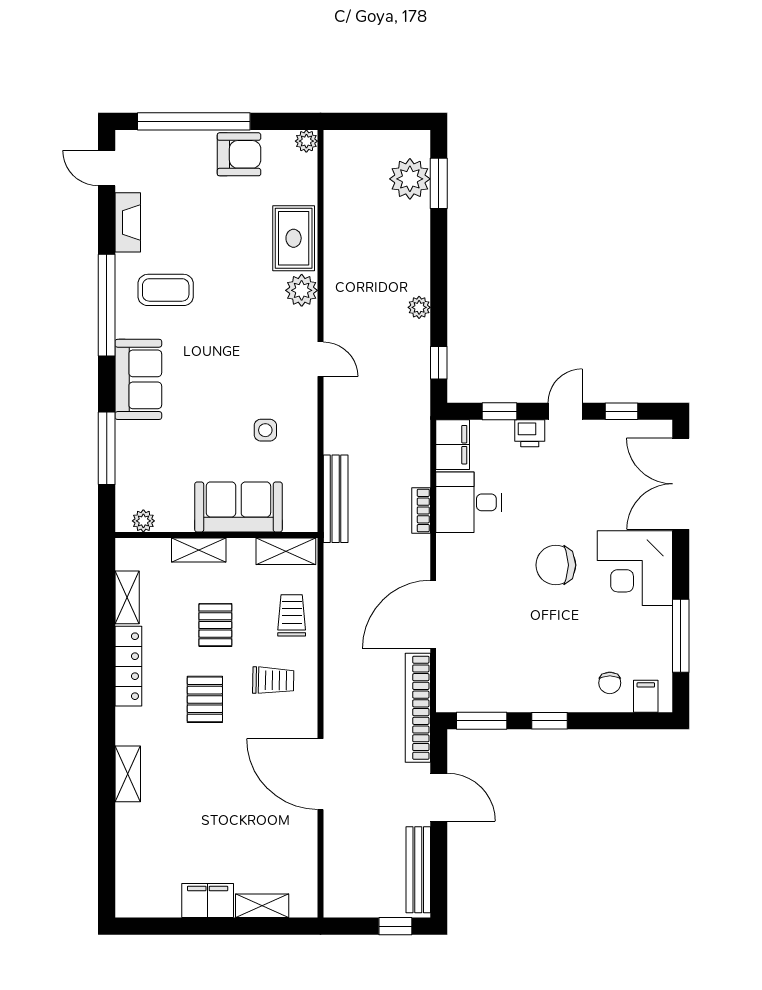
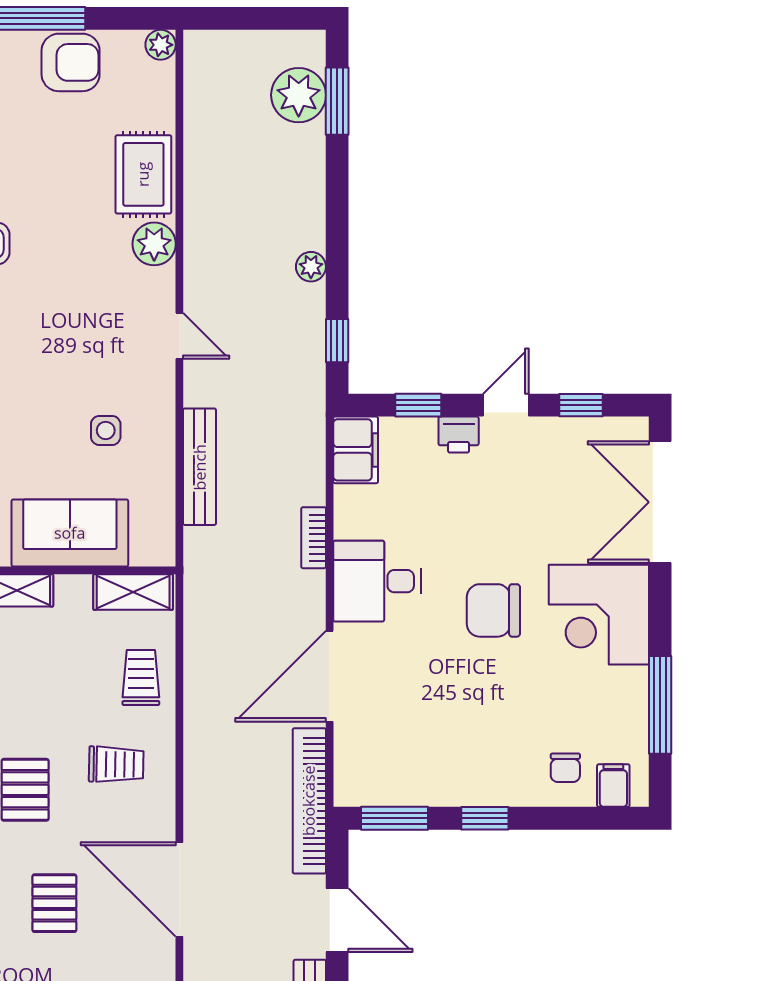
bench: (336, 499) -> (200, 467), moved
desk: (469, 502) -> (377, 581), moved
pallet: (215, 625) -> (54, 903), moved

